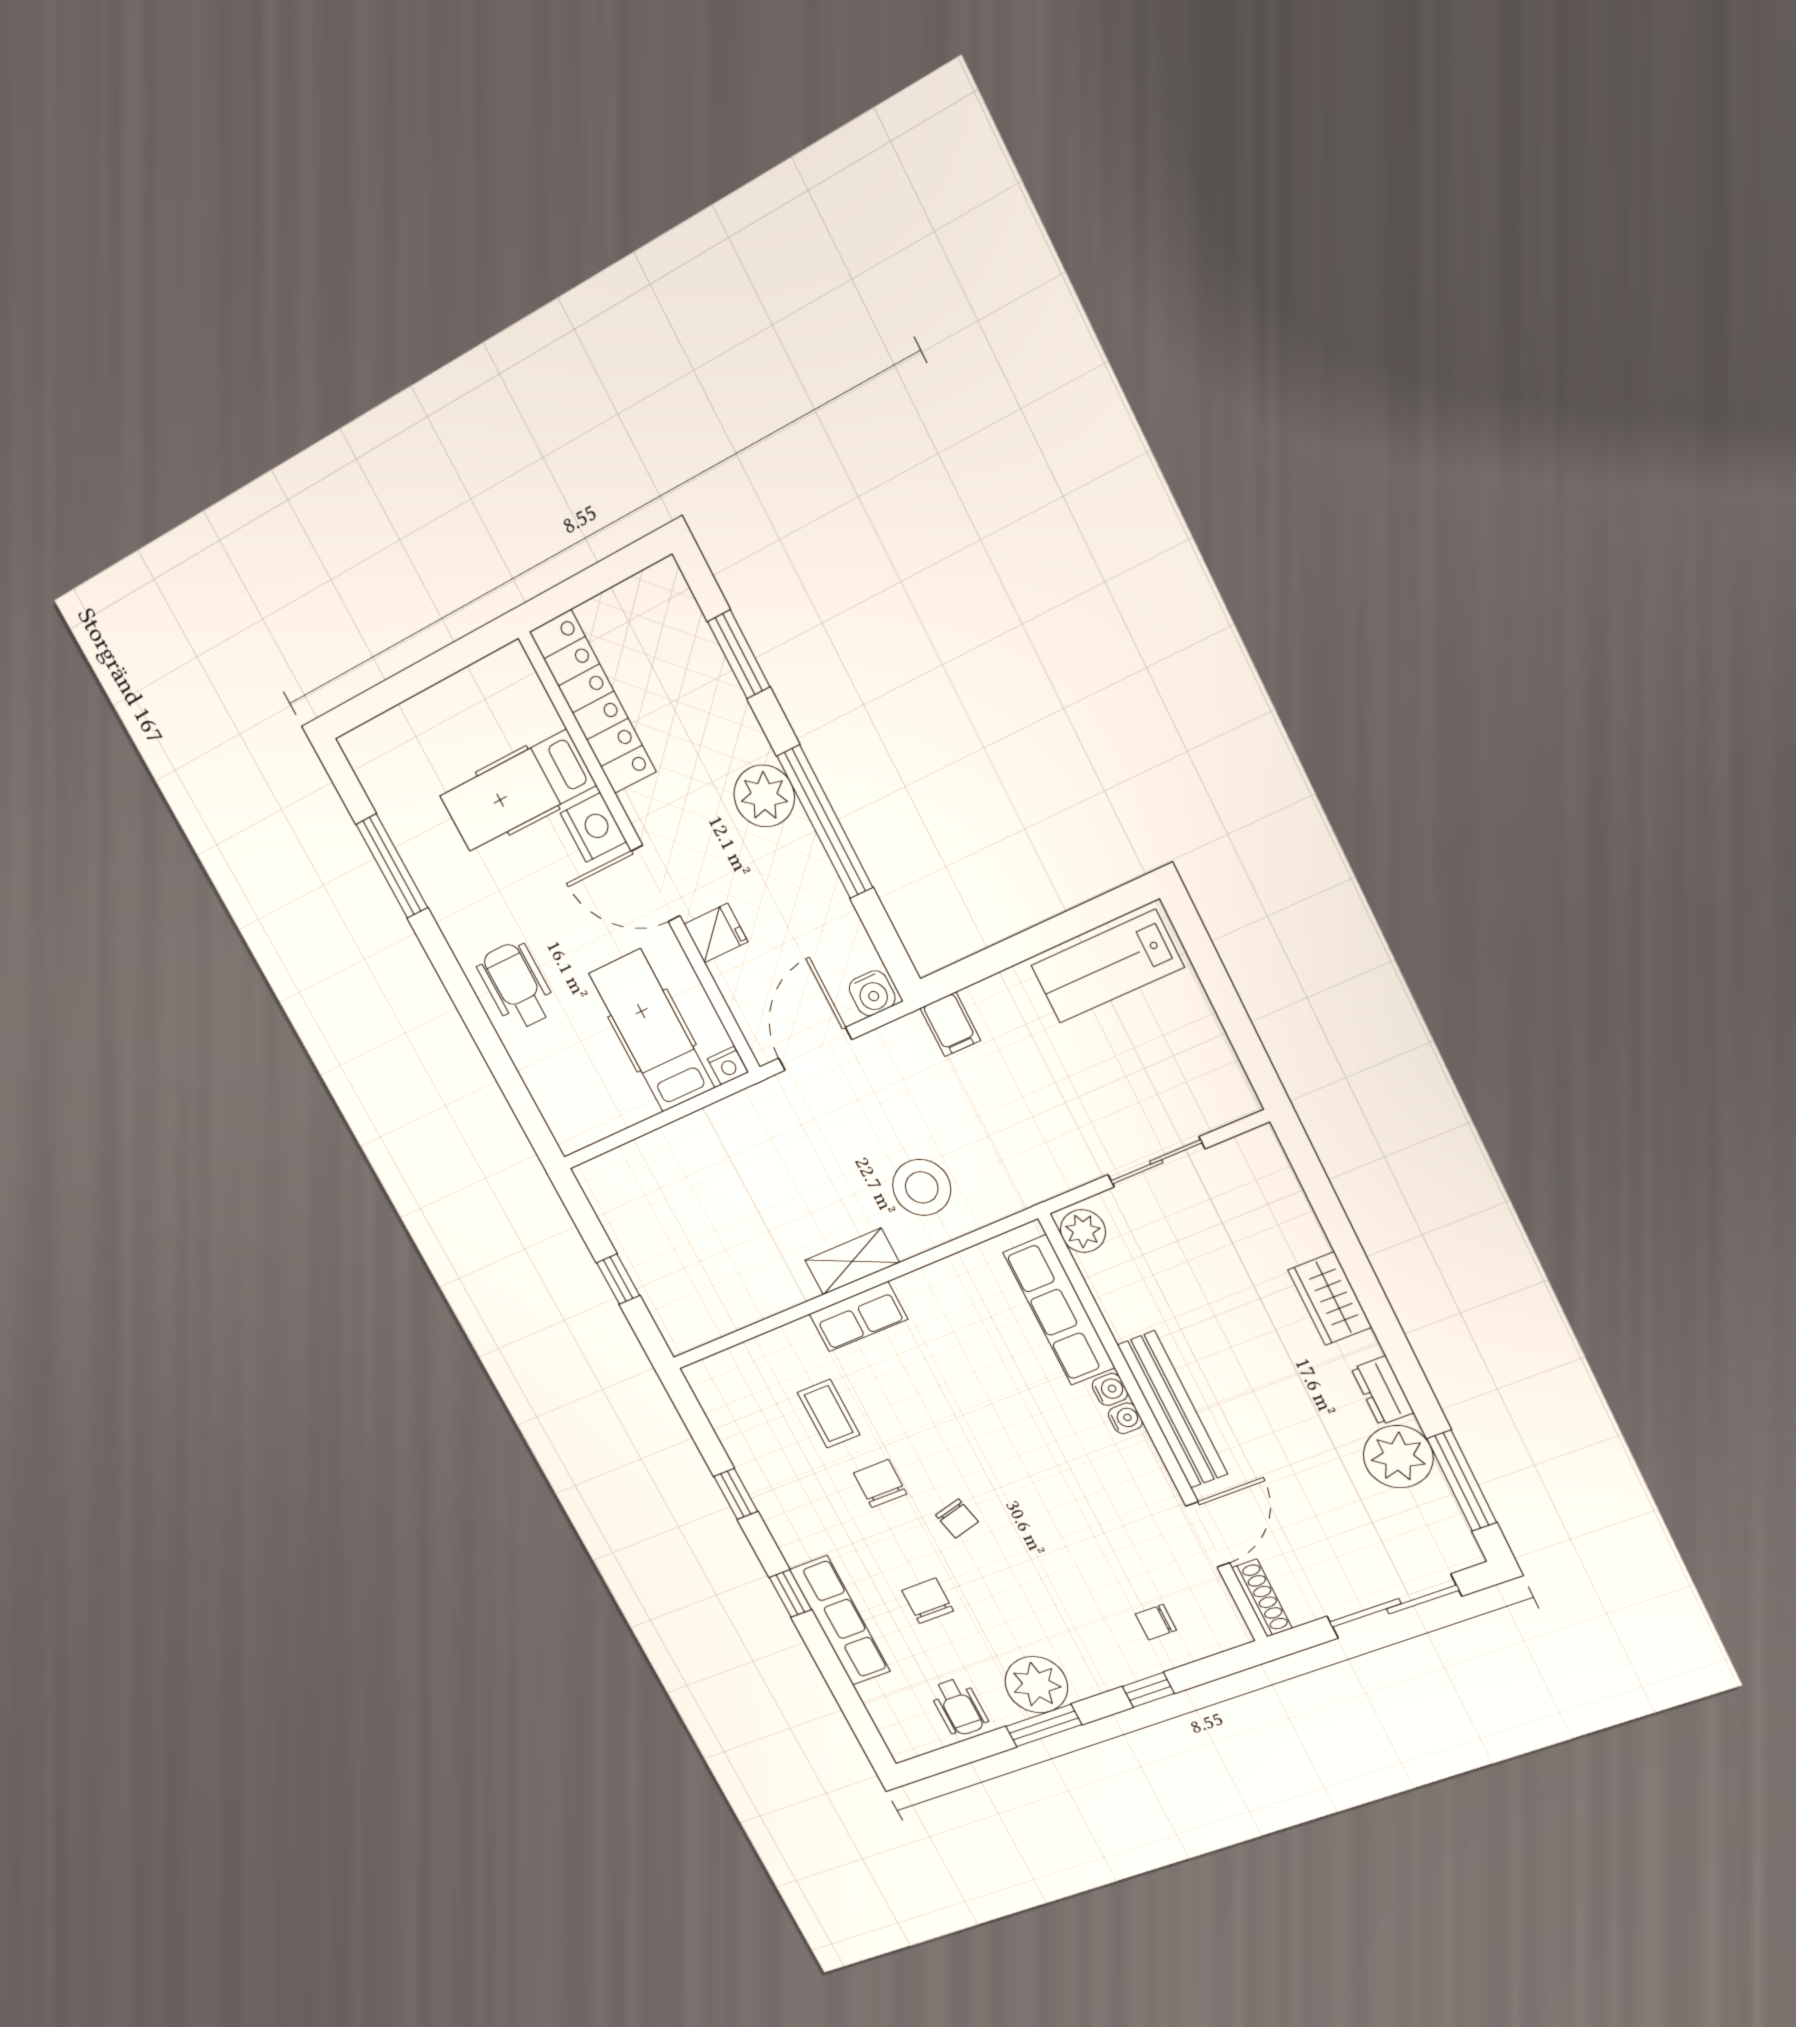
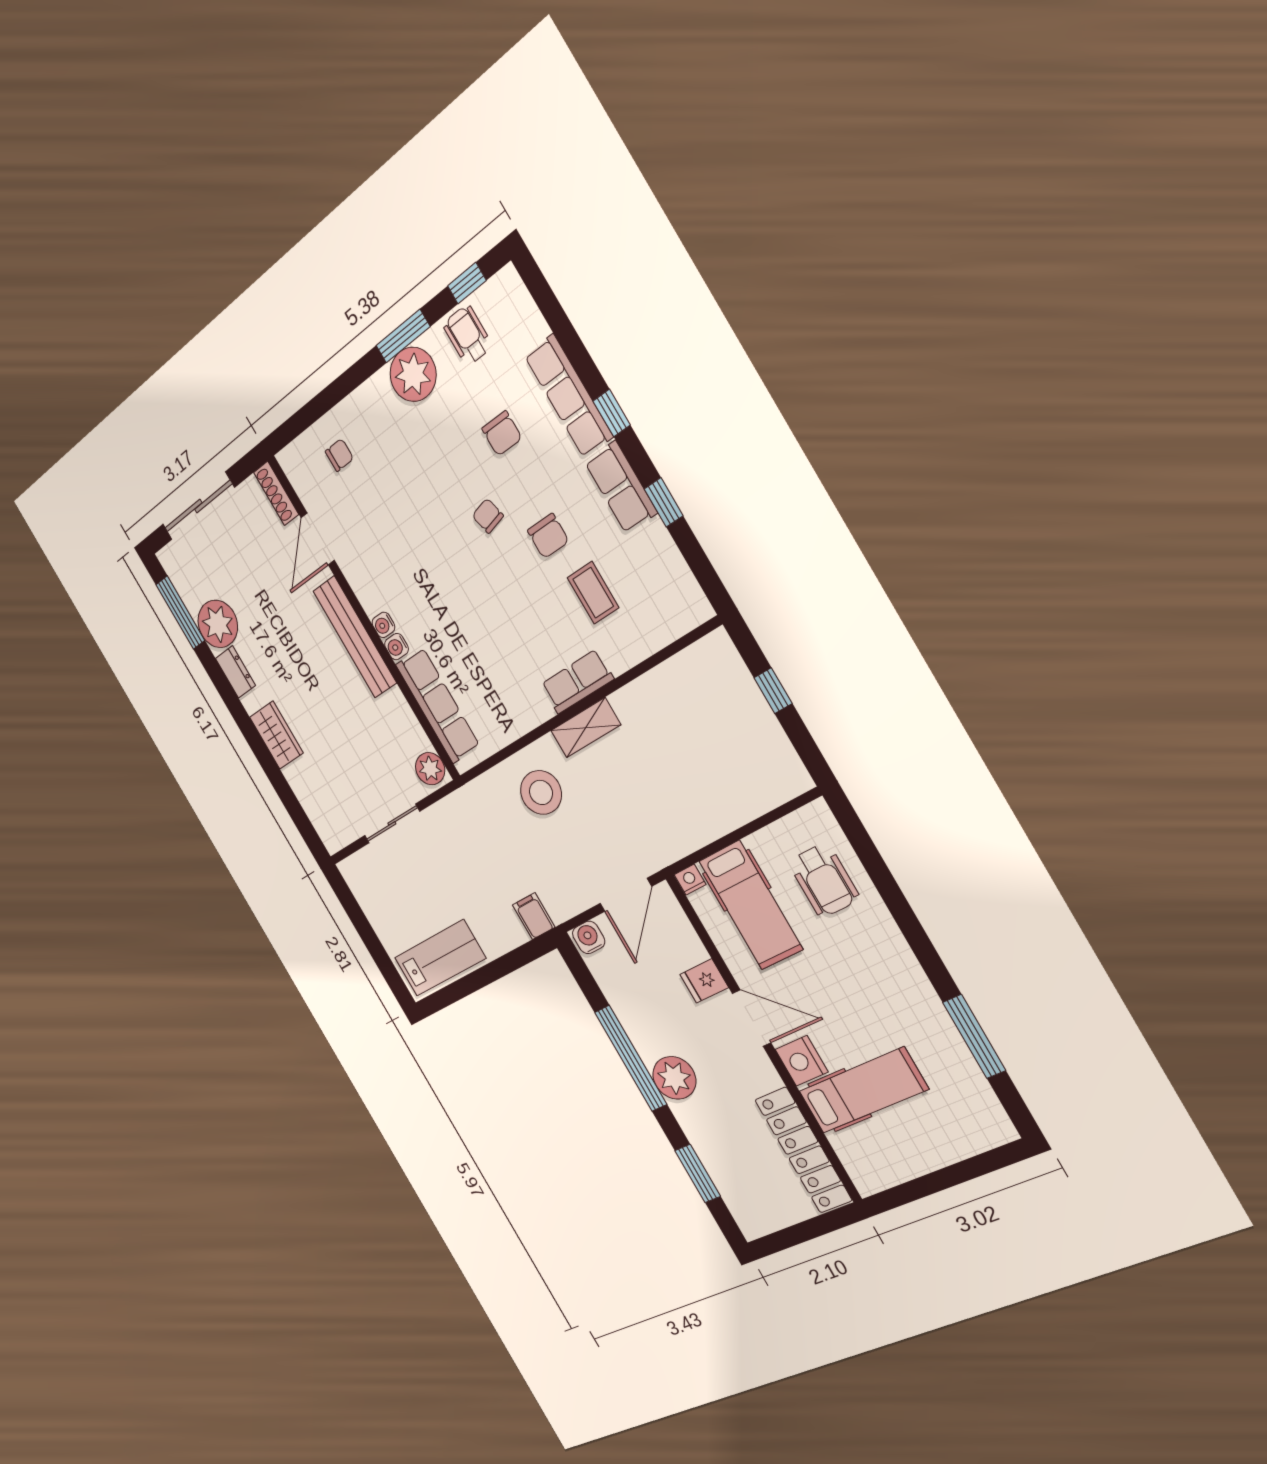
wheelchair: (517, 985) -> (824, 880), moved
row of seats: (785, 1518) -> (621, 487), added
window: (1148, 1690) -> (467, 283), moved

